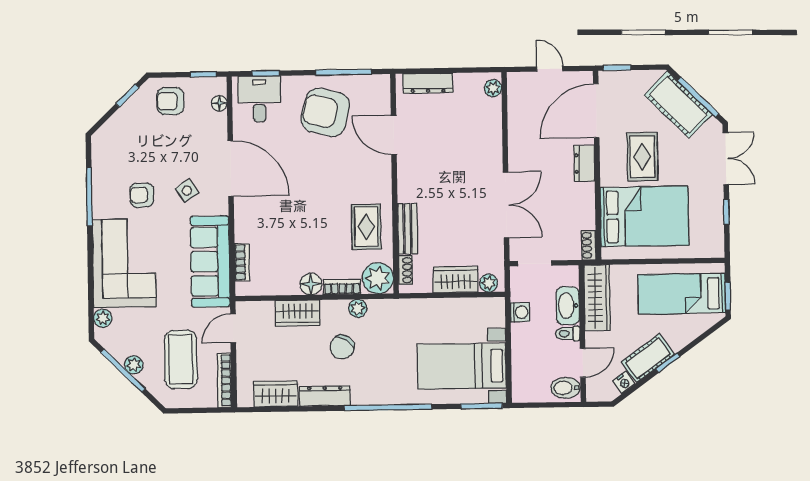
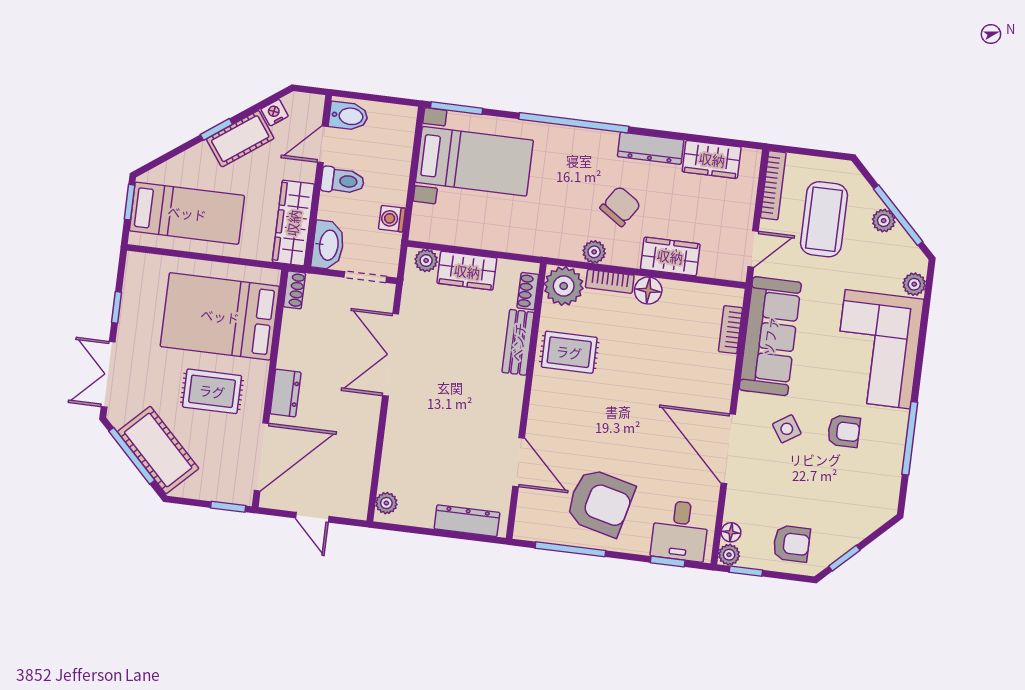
plant: (218, 85) -> (729, 555), added
rug: (642, 157) -> (212, 391), turned 90
rug: (366, 227) -> (569, 352), turned 90
washbasin: (568, 306) -> (328, 245), moved
toilet: (568, 334) -> (343, 181), width x1.37, depth x1.39

